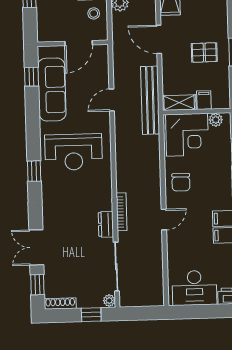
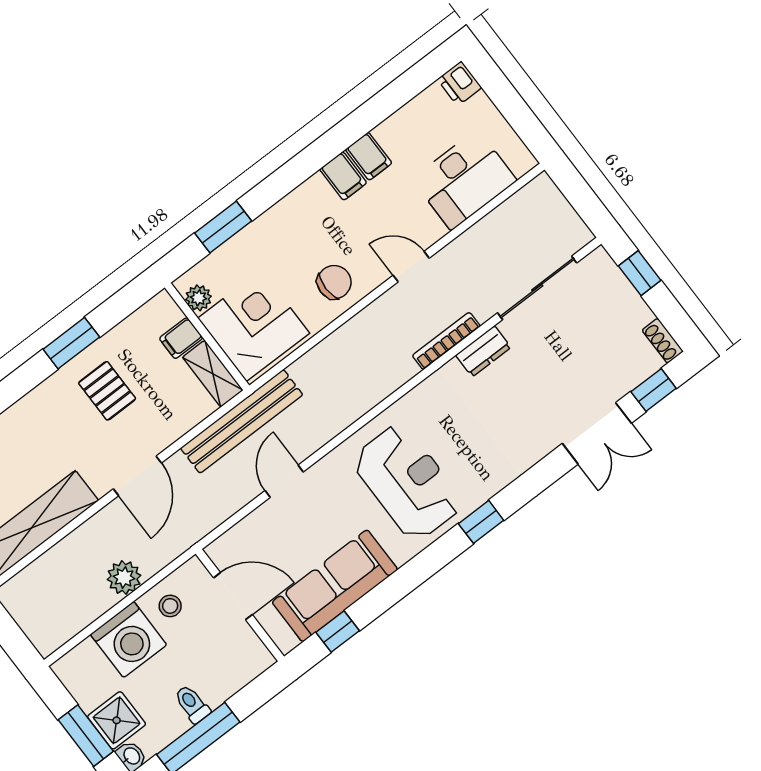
door: (112, 100) -> (284, 481), swing flipped
desk: (194, 288) -> (464, 180), moved, turned 90
plant: (109, 301) -> (598, 261), removed
shoe rack: (60, 304) -> (663, 341), width x0.70

